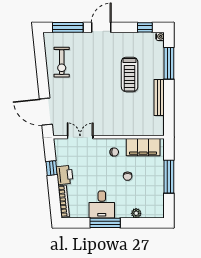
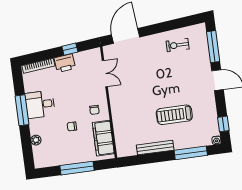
exercise bike: (62, 62) -> (178, 45), width x0.73, depth x0.72

